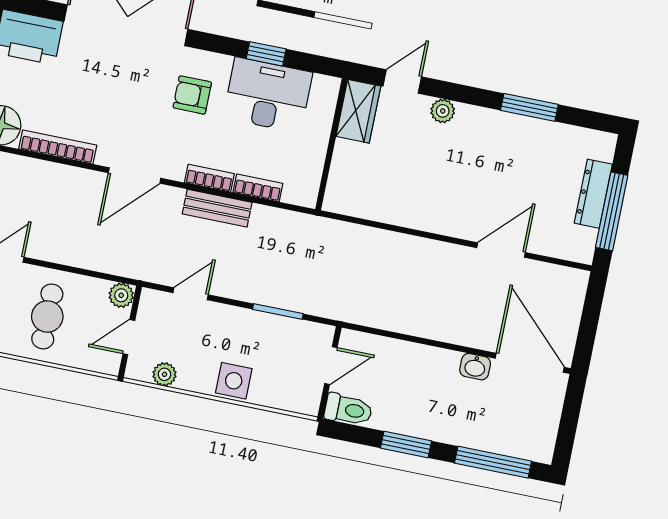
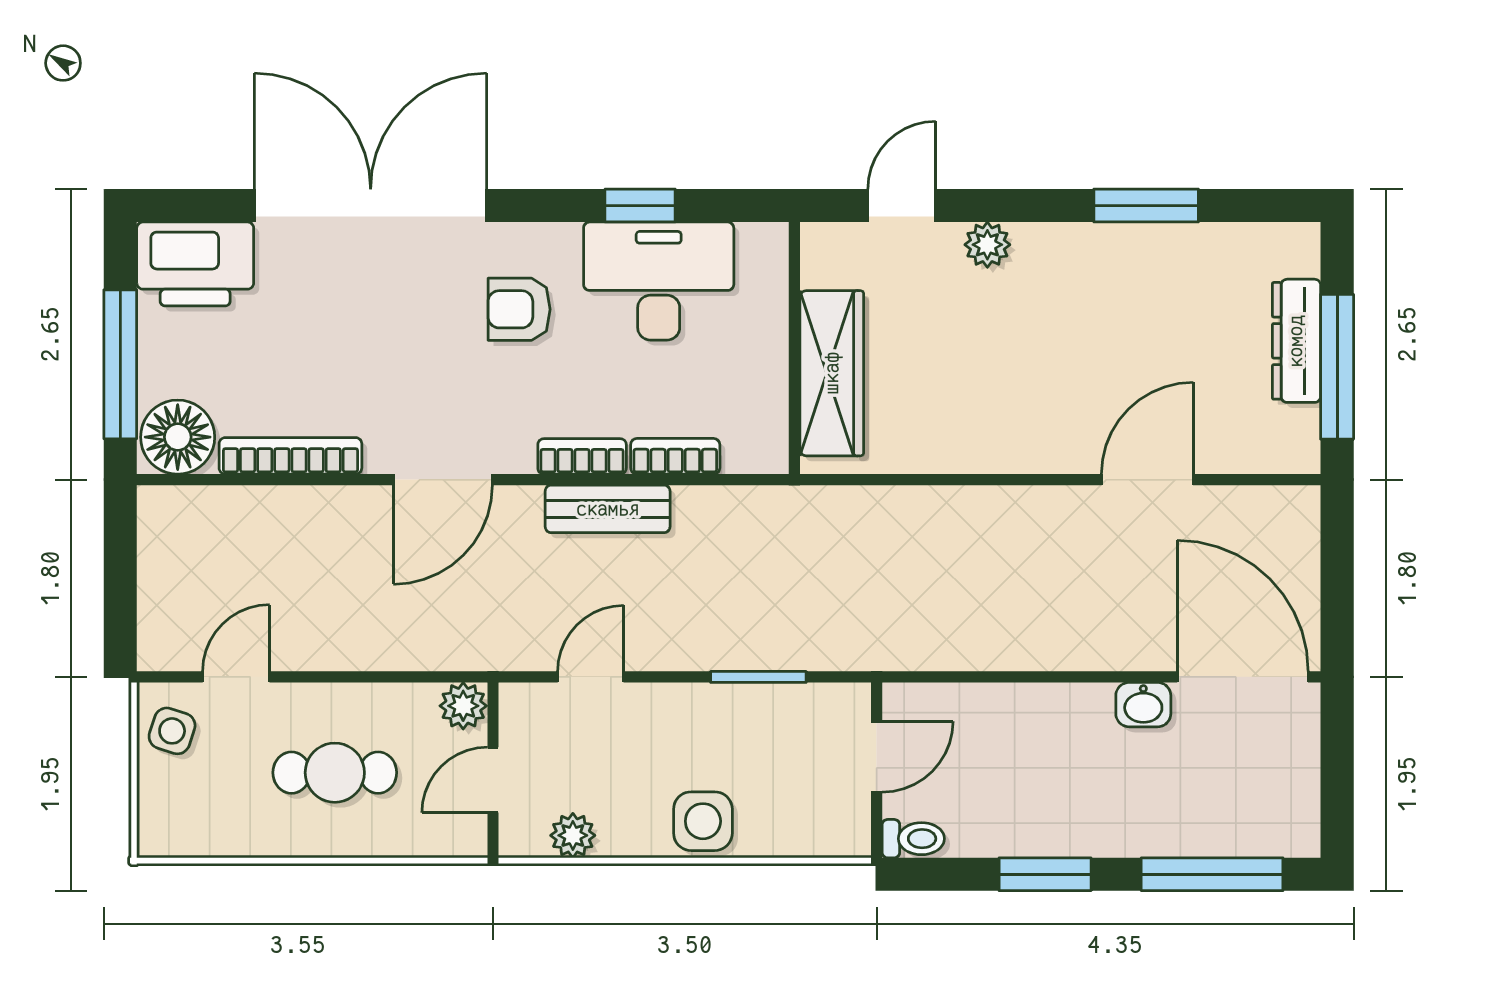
wardrobe: (358, 111) -> (832, 373), moved, width x1.50
cafe table: (47, 316) -> (335, 773), turned 90
toilet: (348, 410) -> (913, 839), width x0.73, depth x0.72

